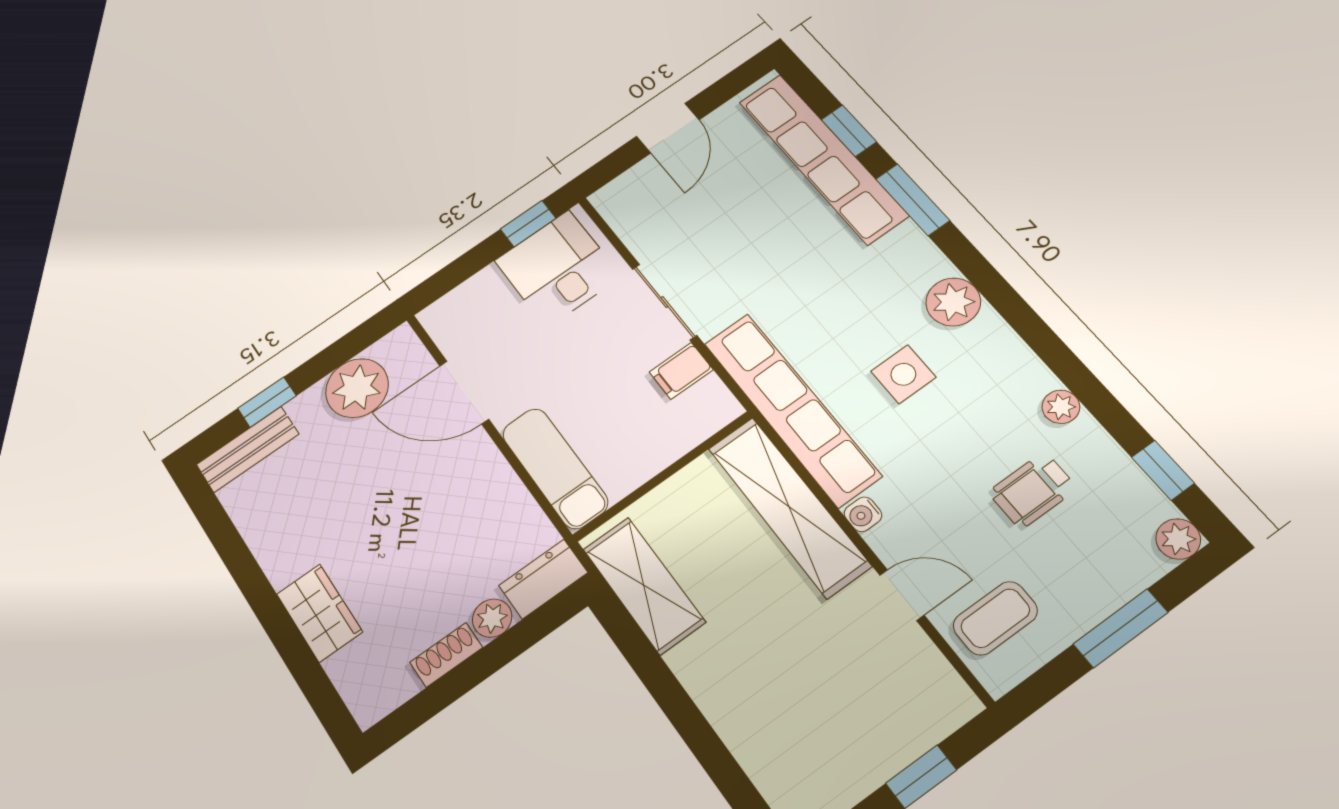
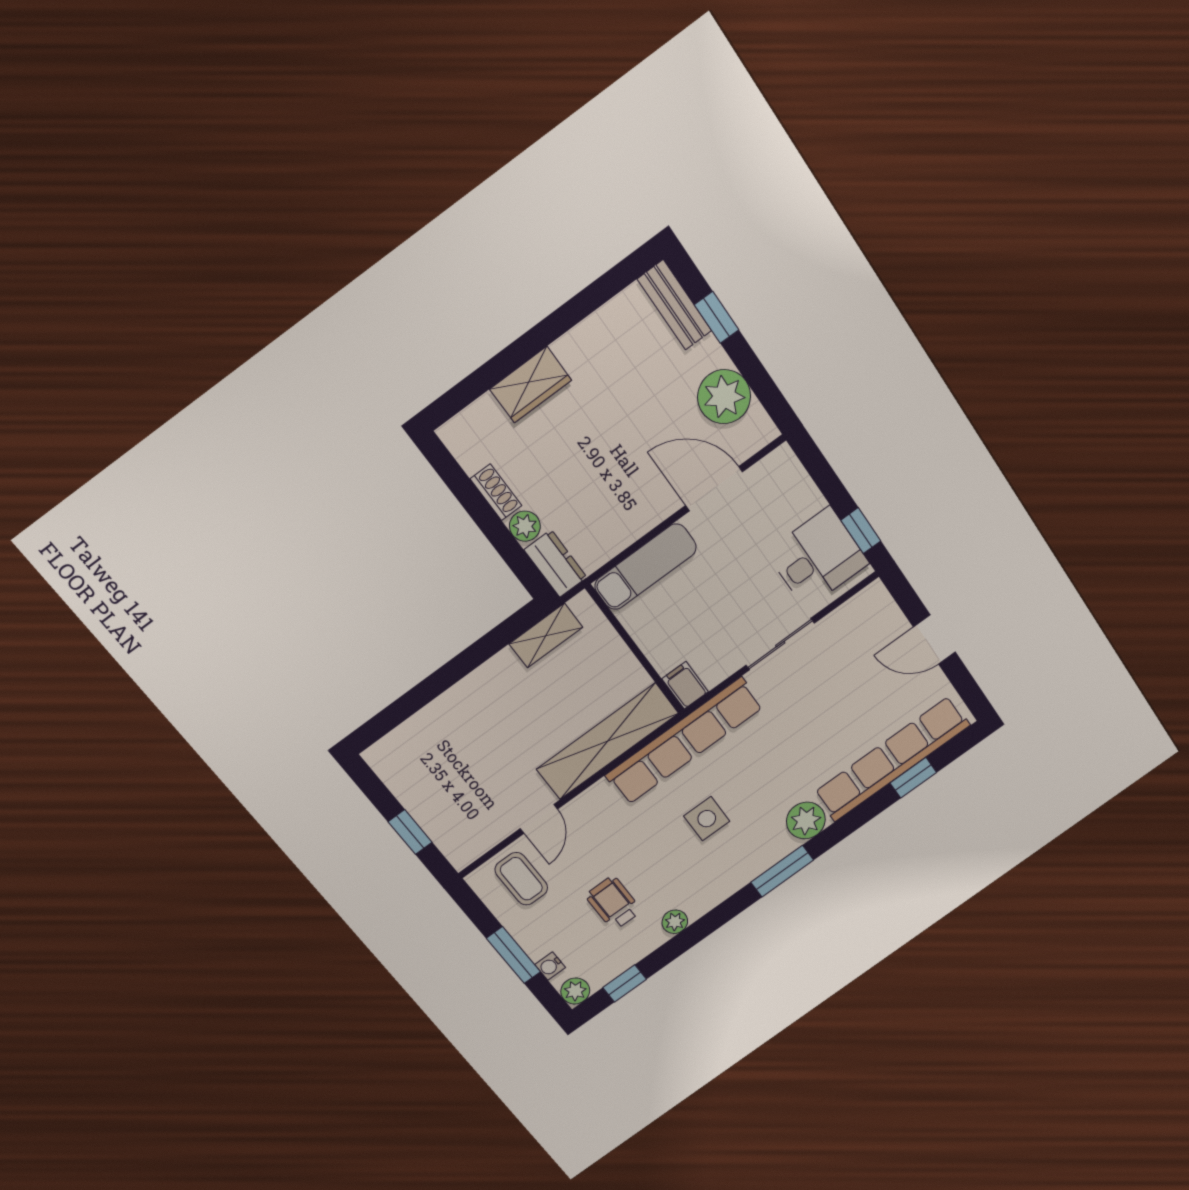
window: (913, 200) -> (782, 871), moved
plant: (953, 302) -> (806, 821), moved
filing cabinet: (681, 371) -> (685, 685), moved
door: (464, 393) -> (714, 489), hinge flipped
water cooler: (863, 514) -> (550, 966), moved, turned -90
shelving: (644, 585) -> (546, 636), width x0.67, depth x0.75

